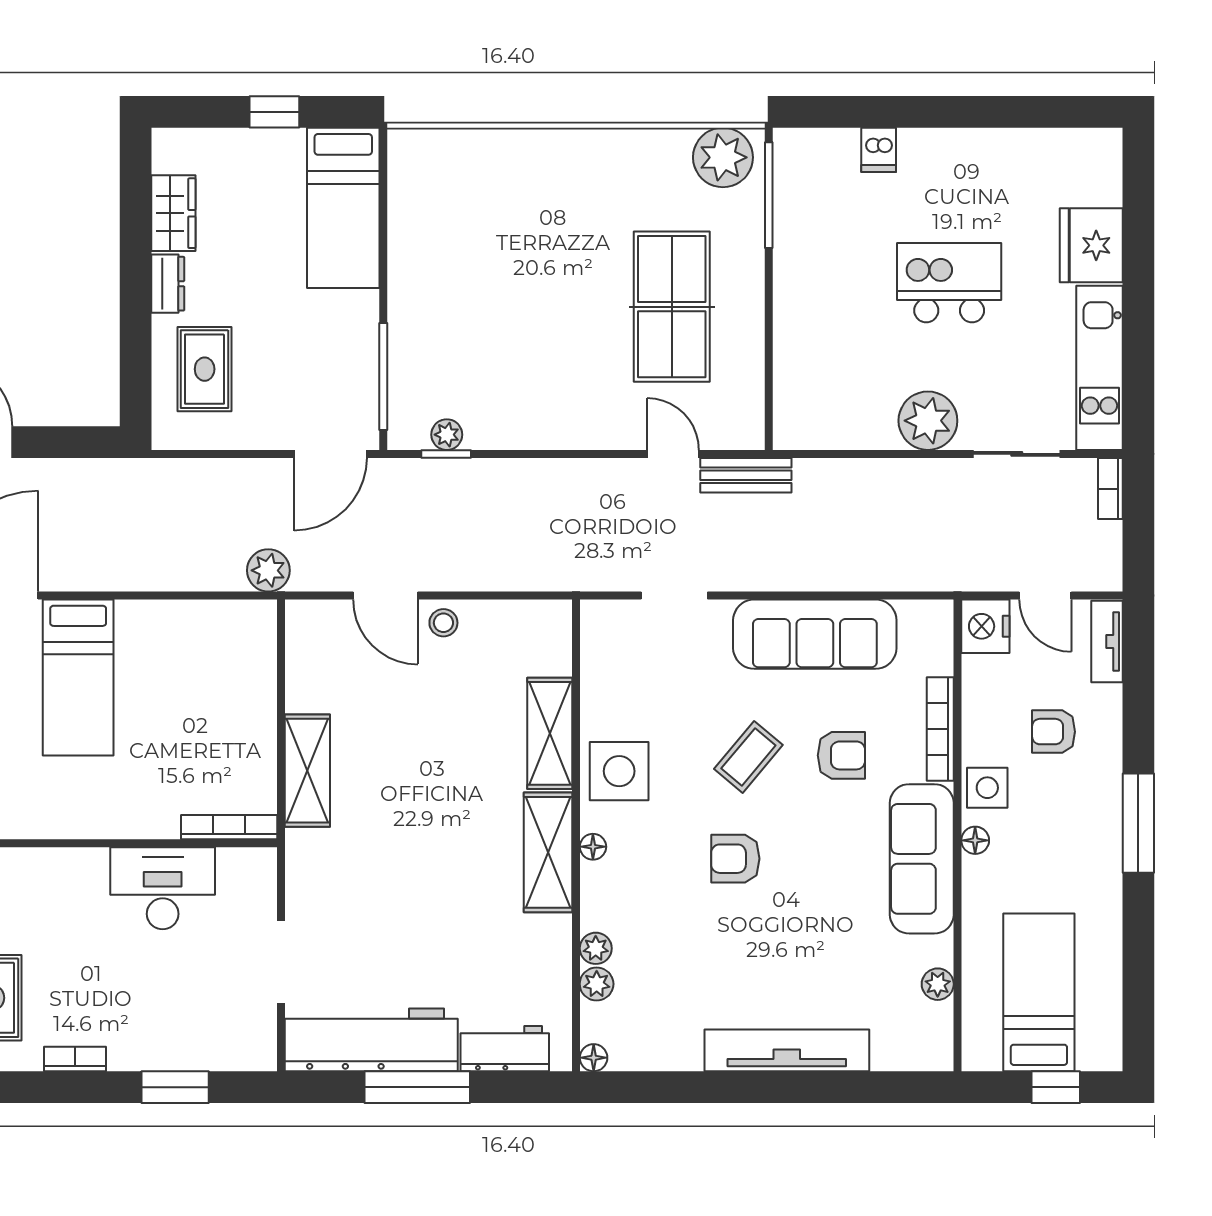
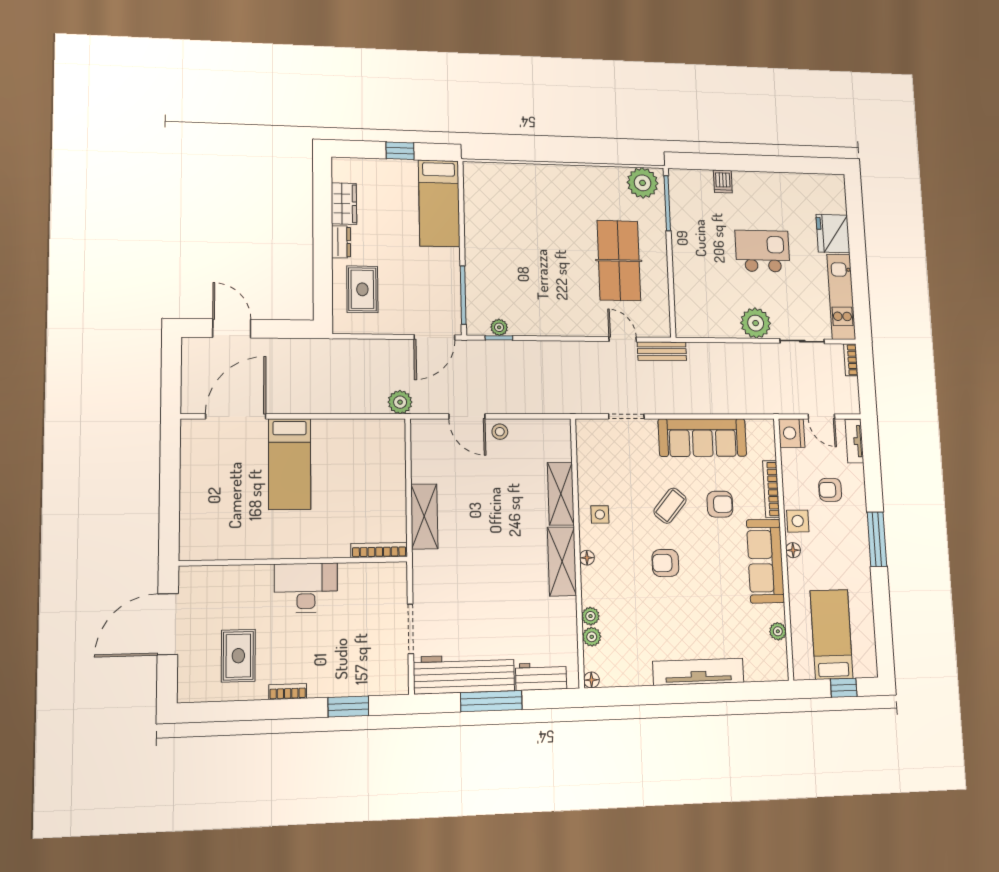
side table: (619, 771) -> (600, 514), width x0.54, depth x0.54
desk: (163, 888) -> (306, 588), moved

